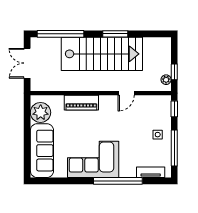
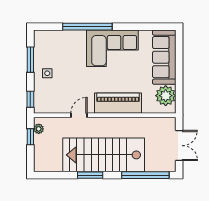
piano: (81, 103) -> (118, 103), width x1.37, depth x1.33
window: (174, 148) -> (30, 60), width x0.69
tv unit: (151, 172) -> (54, 35), removed

